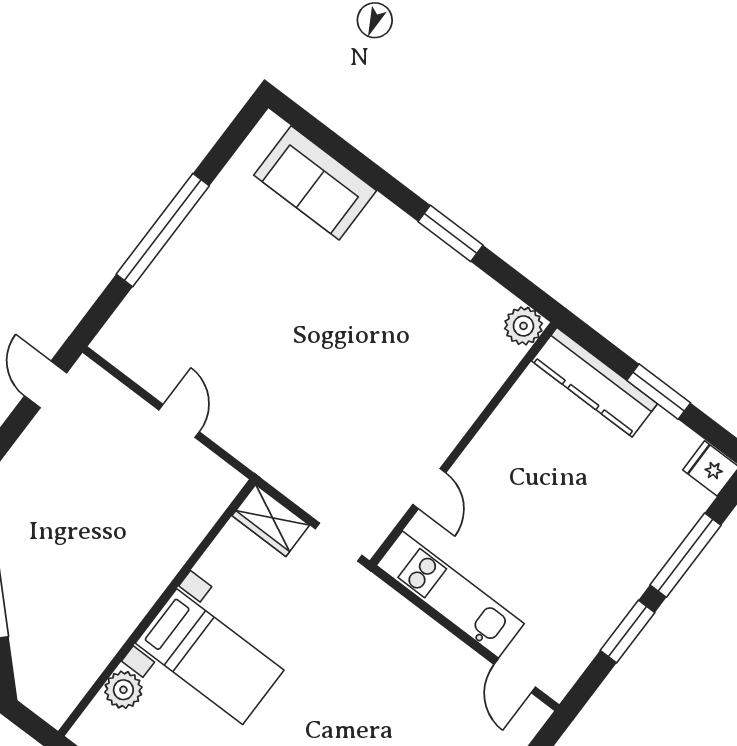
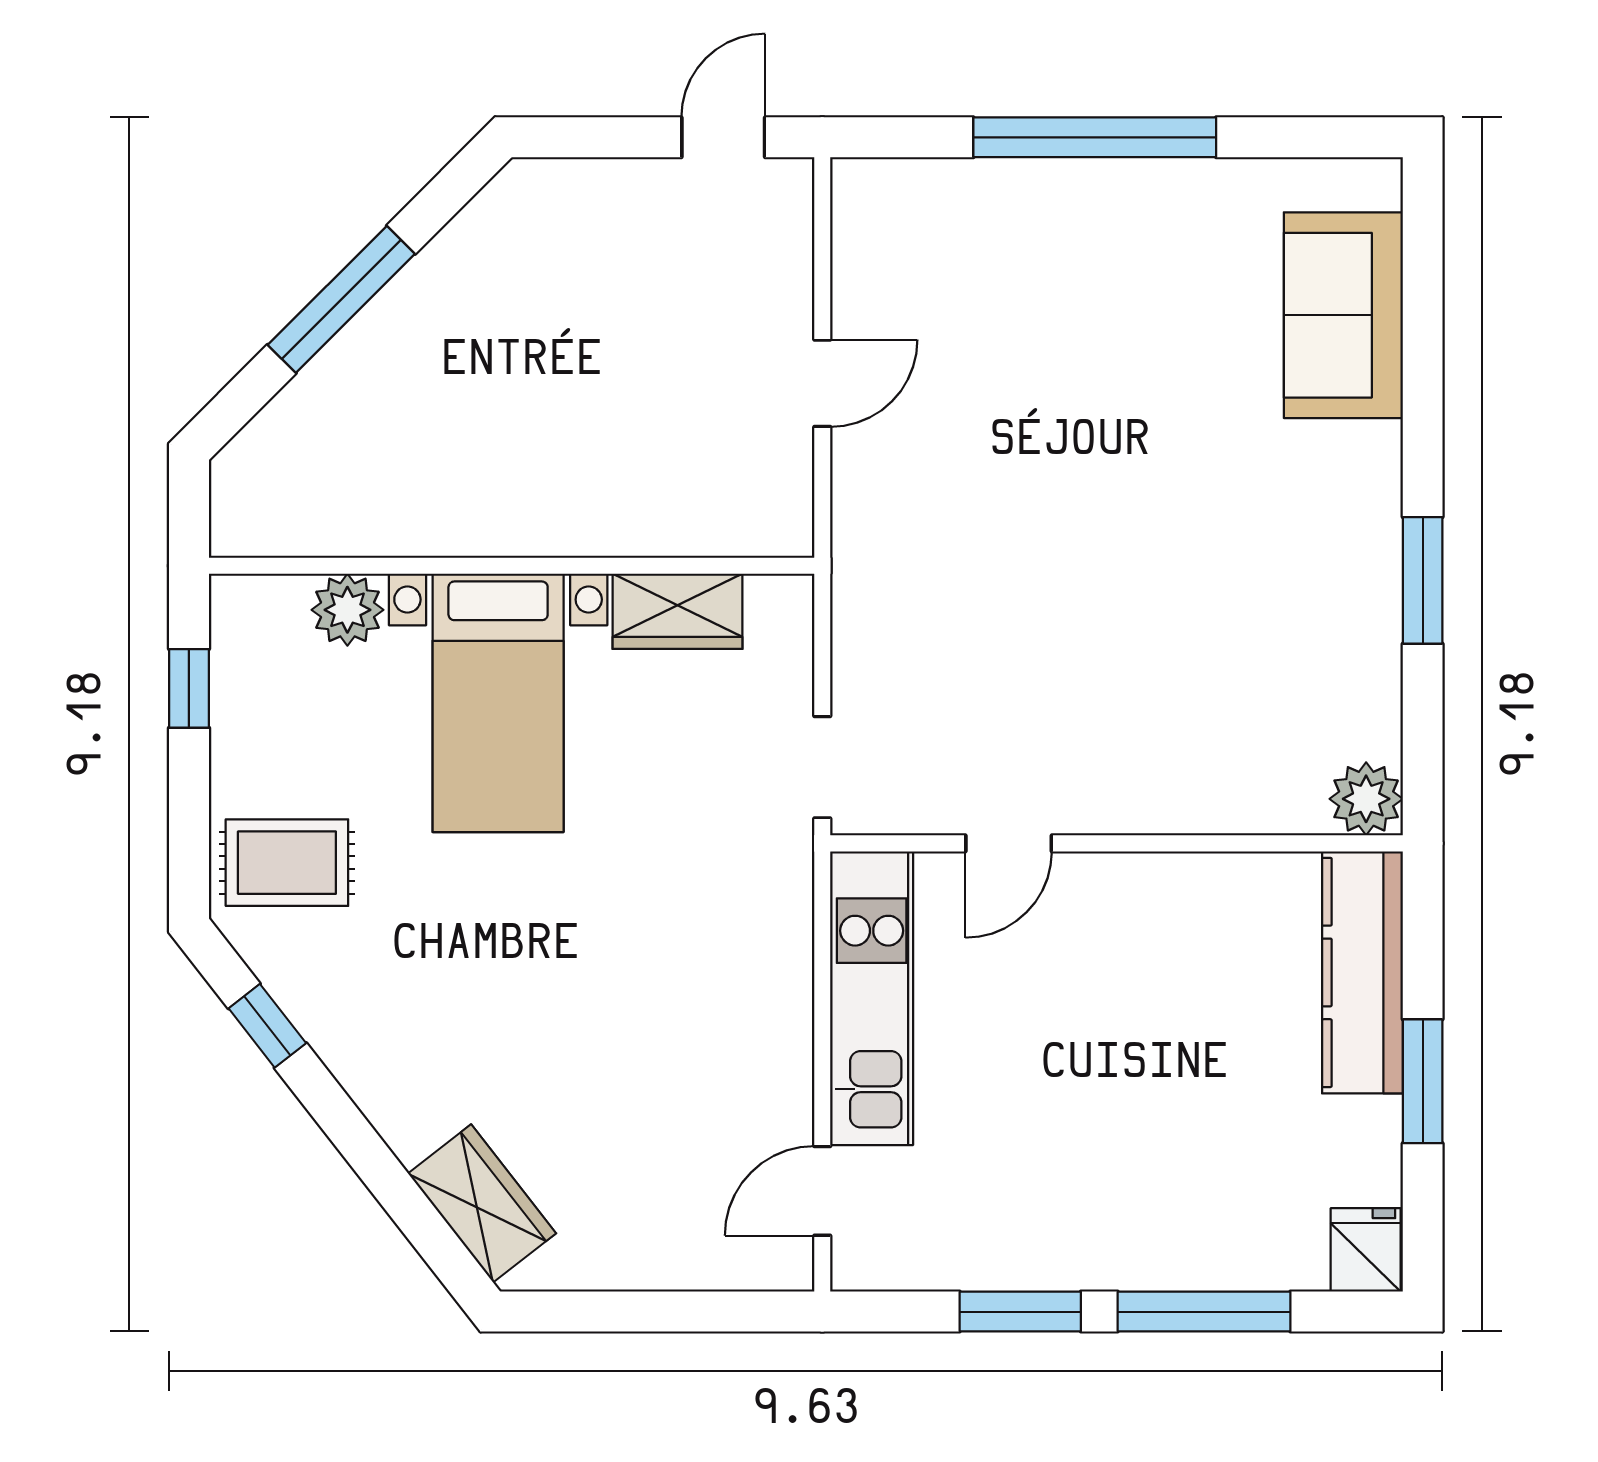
wardrobe: (271, 520) -> (677, 611), moved, turned -90

